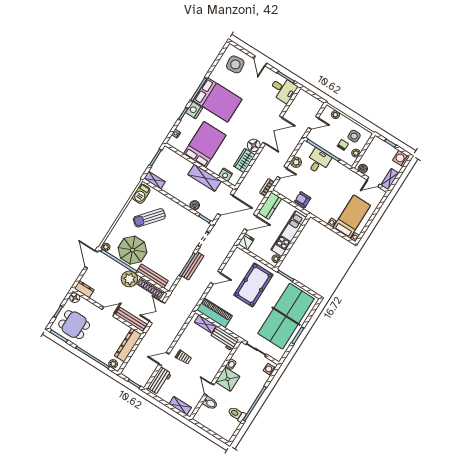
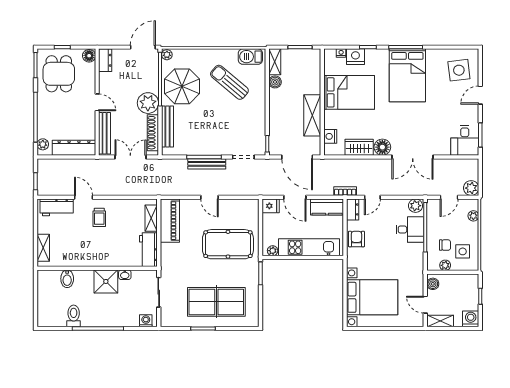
plant: (317, 105) -> (471, 188), added
nightstand: (194, 110) -> (355, 57), moved
door: (313, 123) -> (449, 197), hinge flipped
plant: (296, 162) -> (415, 206), moved
door: (282, 172) -> (372, 197), hinge flipped
dresser: (282, 190) -> (353, 209), added
boiler: (195, 205) -> (275, 82), moved
bed with nightstands: (352, 217) -> (372, 297), width x1.36
table tennis table: (286, 316) -> (216, 302), width x0.73, depth x0.76
door: (209, 389) -> (82, 268), removed

